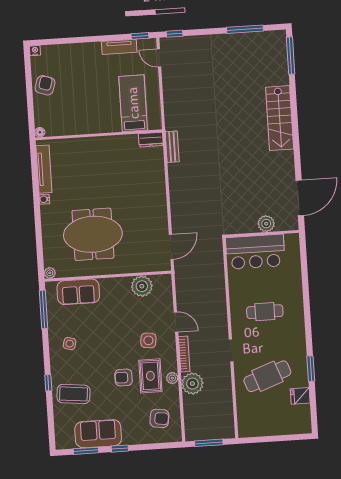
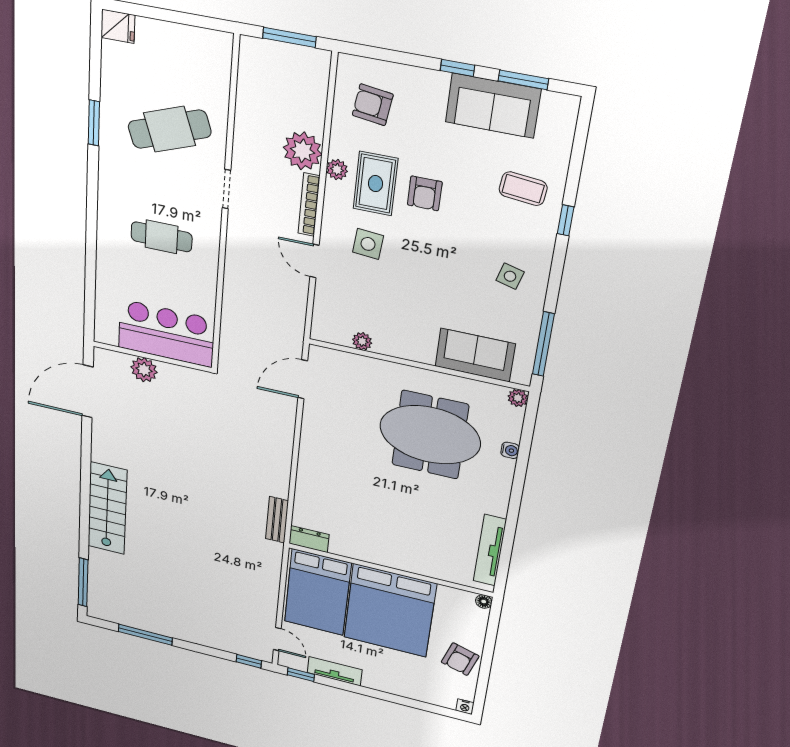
bed: (133, 103) -> (318, 592), width x1.50
bed: (94, 105) -> (390, 611), added
water cooler: (44, 199) -> (510, 450), moved
plant: (142, 286) -> (362, 341), width x0.53, depth x0.53
armchair: (124, 377) -> (425, 193), turned 90
coffee table: (74, 394) -> (523, 189), width x0.73, depth x0.77
fridge: (300, 396) -> (118, 26), moved

